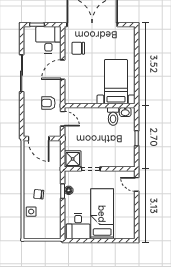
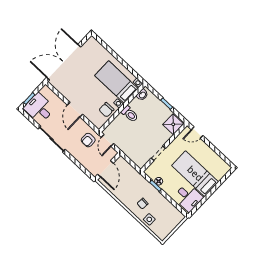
desk: (48, 40) -> (39, 108), moved
chair: (78, 48) -> (106, 110), moved
toilet: (113, 116) -> (130, 114), moved
door: (63, 119) -> (108, 140), swing flipped
door: (39, 138) -> (105, 169), hinge flipped
shower: (73, 159) -> (173, 124), moved

